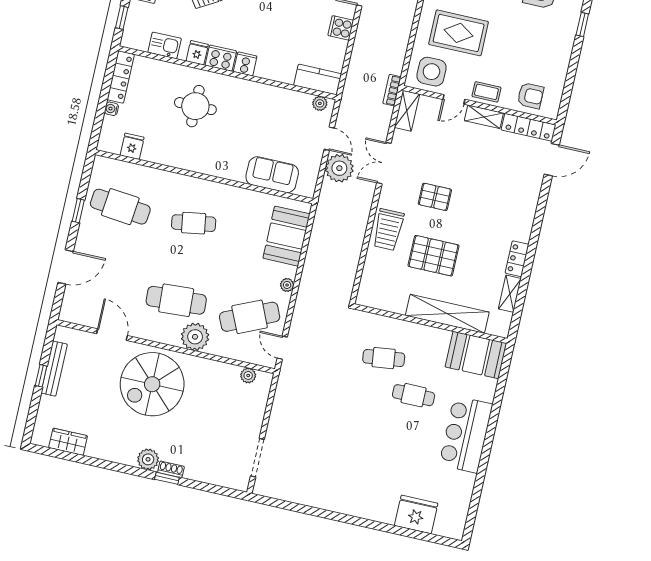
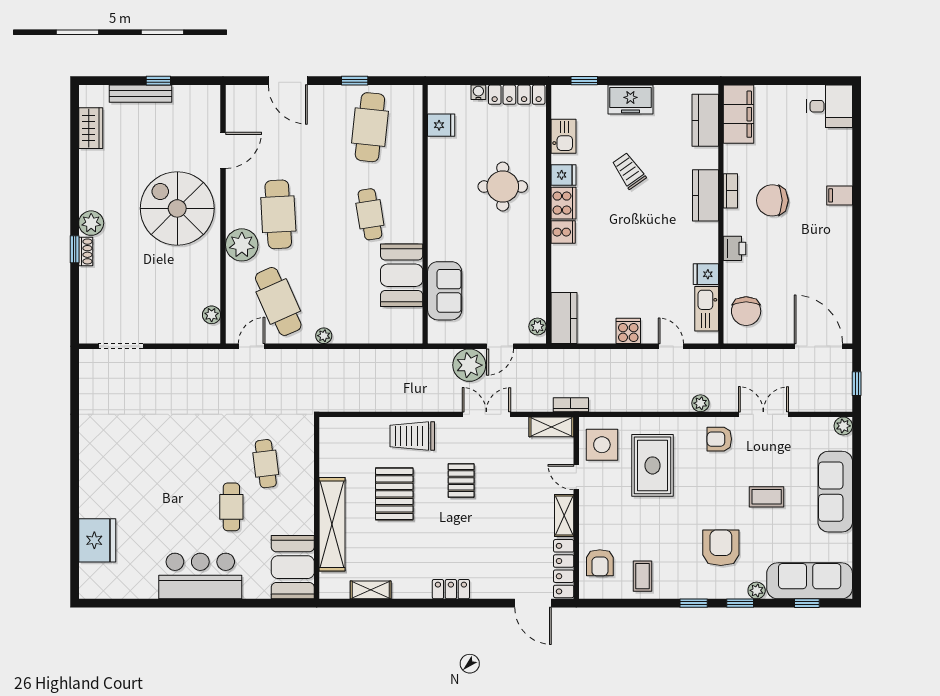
coffee table: (486, 92) -> (643, 576), moved
booth: (287, 236) -> (402, 275), moved, turned 90
locker: (517, 259) -> (451, 589), moved
bench: (54, 369) -> (140, 94), moved

